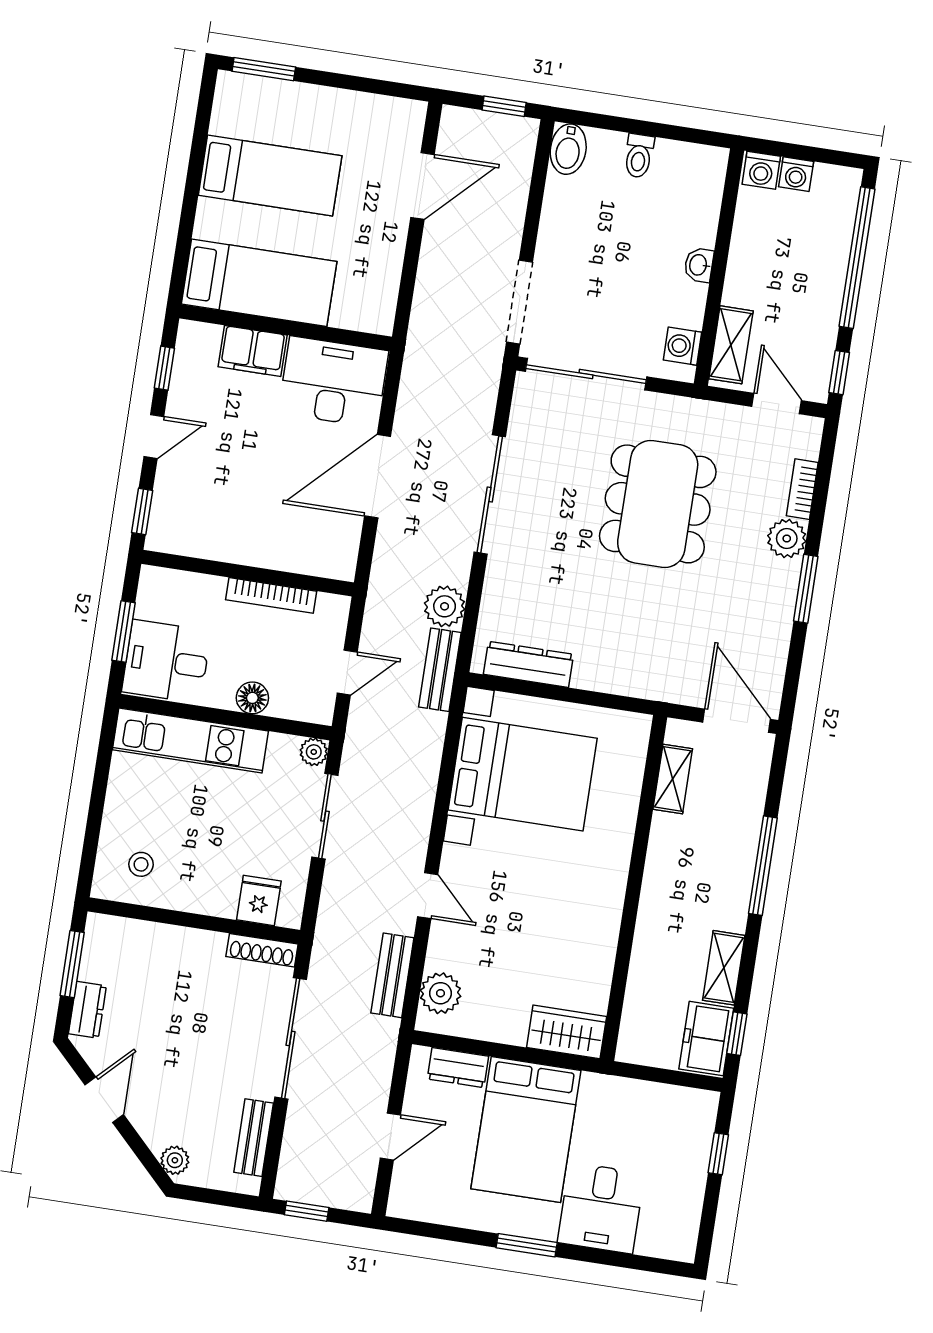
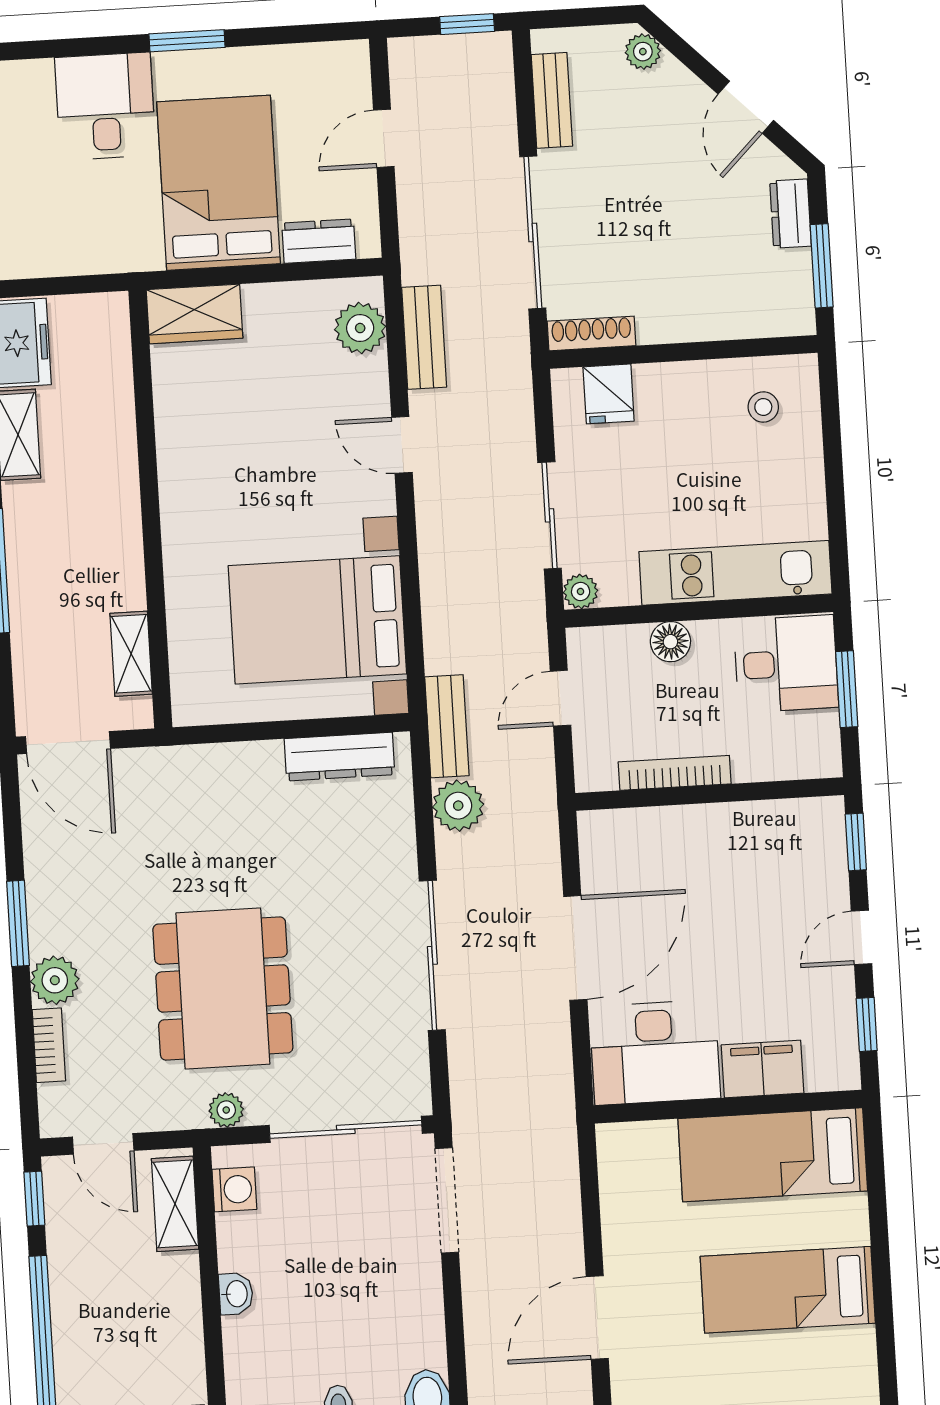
plant: (676, 409) -> (226, 1110), added

